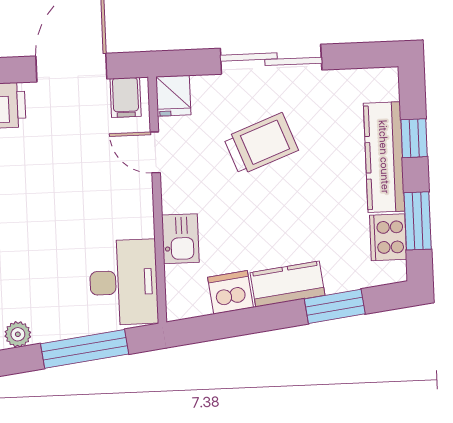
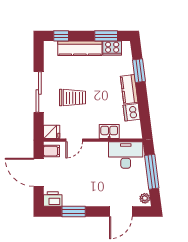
window: (414, 138) -> (61, 36), moved
trolley: (261, 144) -> (73, 98), turned 111

